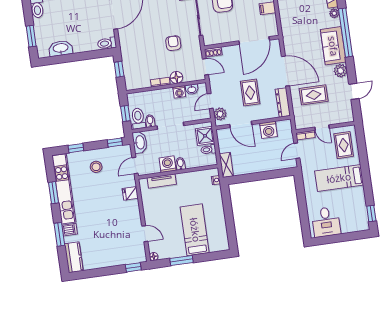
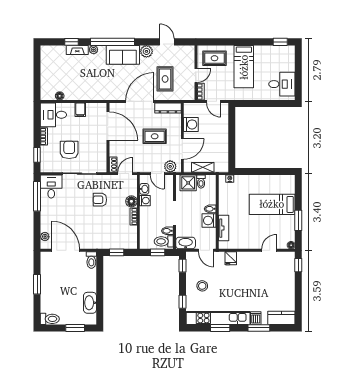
shelving: (226, 165) -> (203, 167), moved

